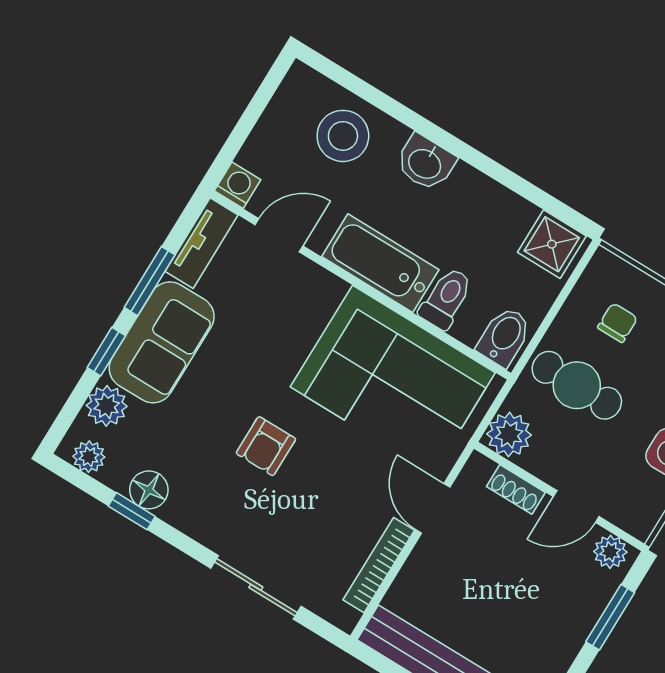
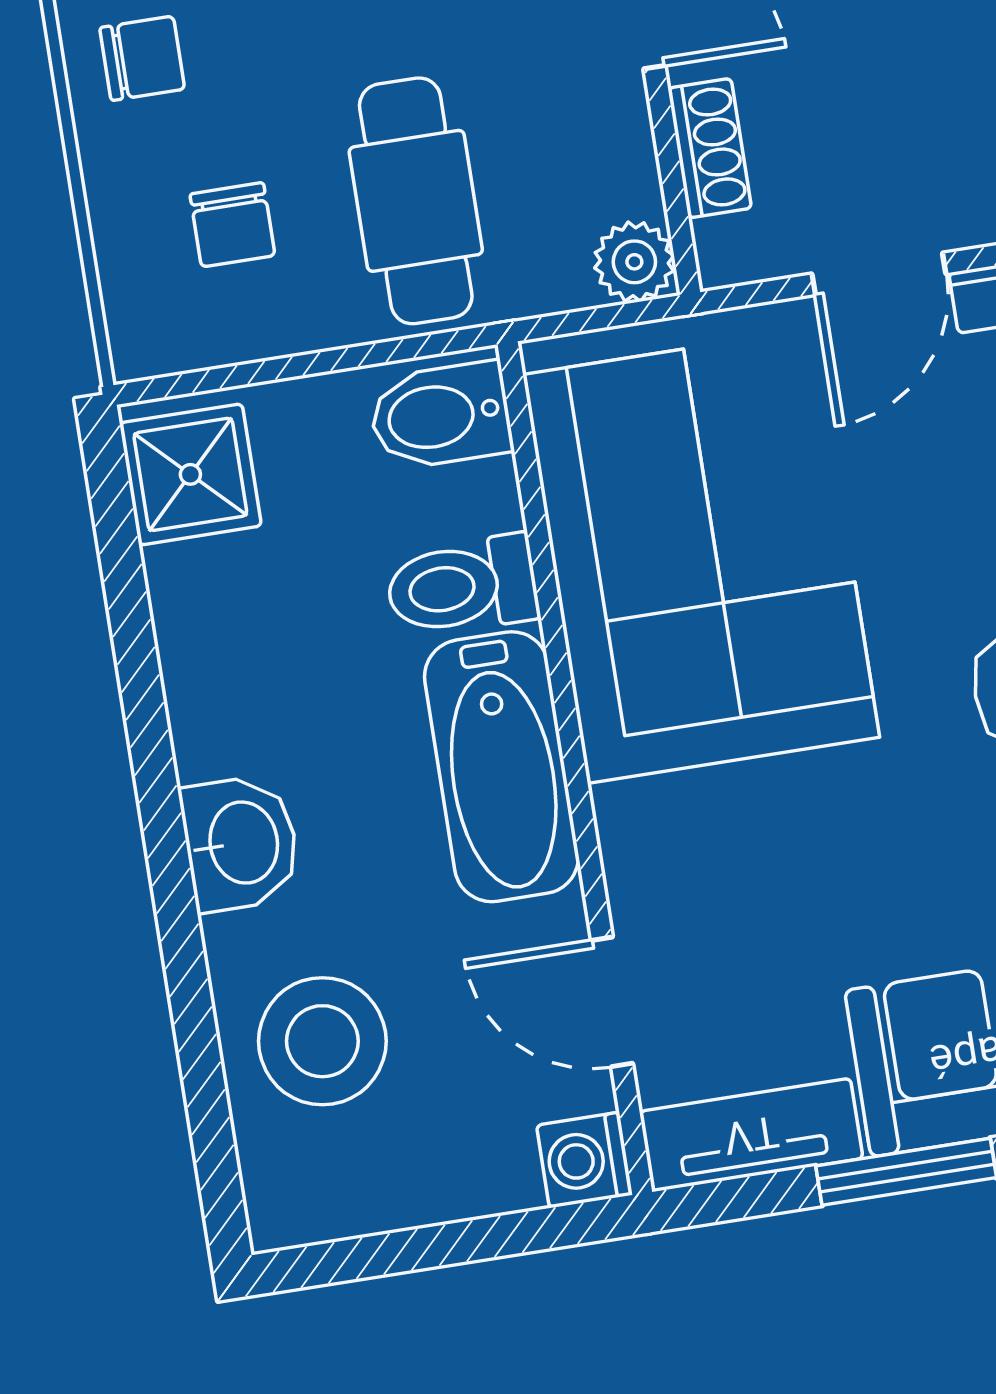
chair: (618, 323) -> (232, 225), turned -90
plant: (509, 434) -> (634, 262), width x0.73, depth x0.73

